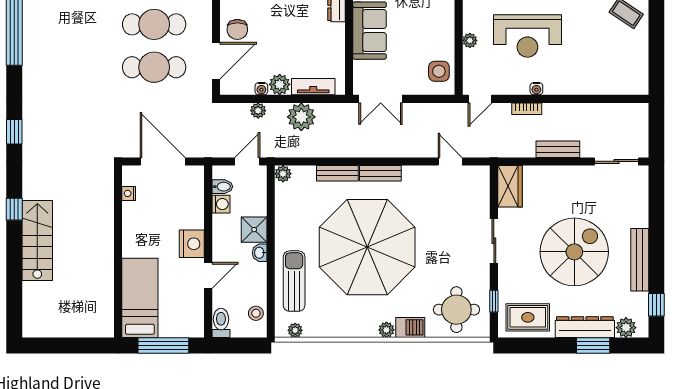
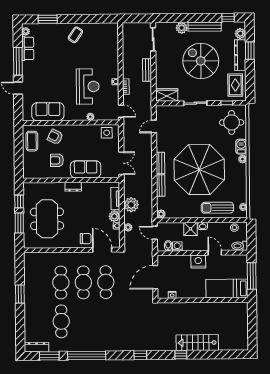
plant: (638, 216) -> (182, 28), added

